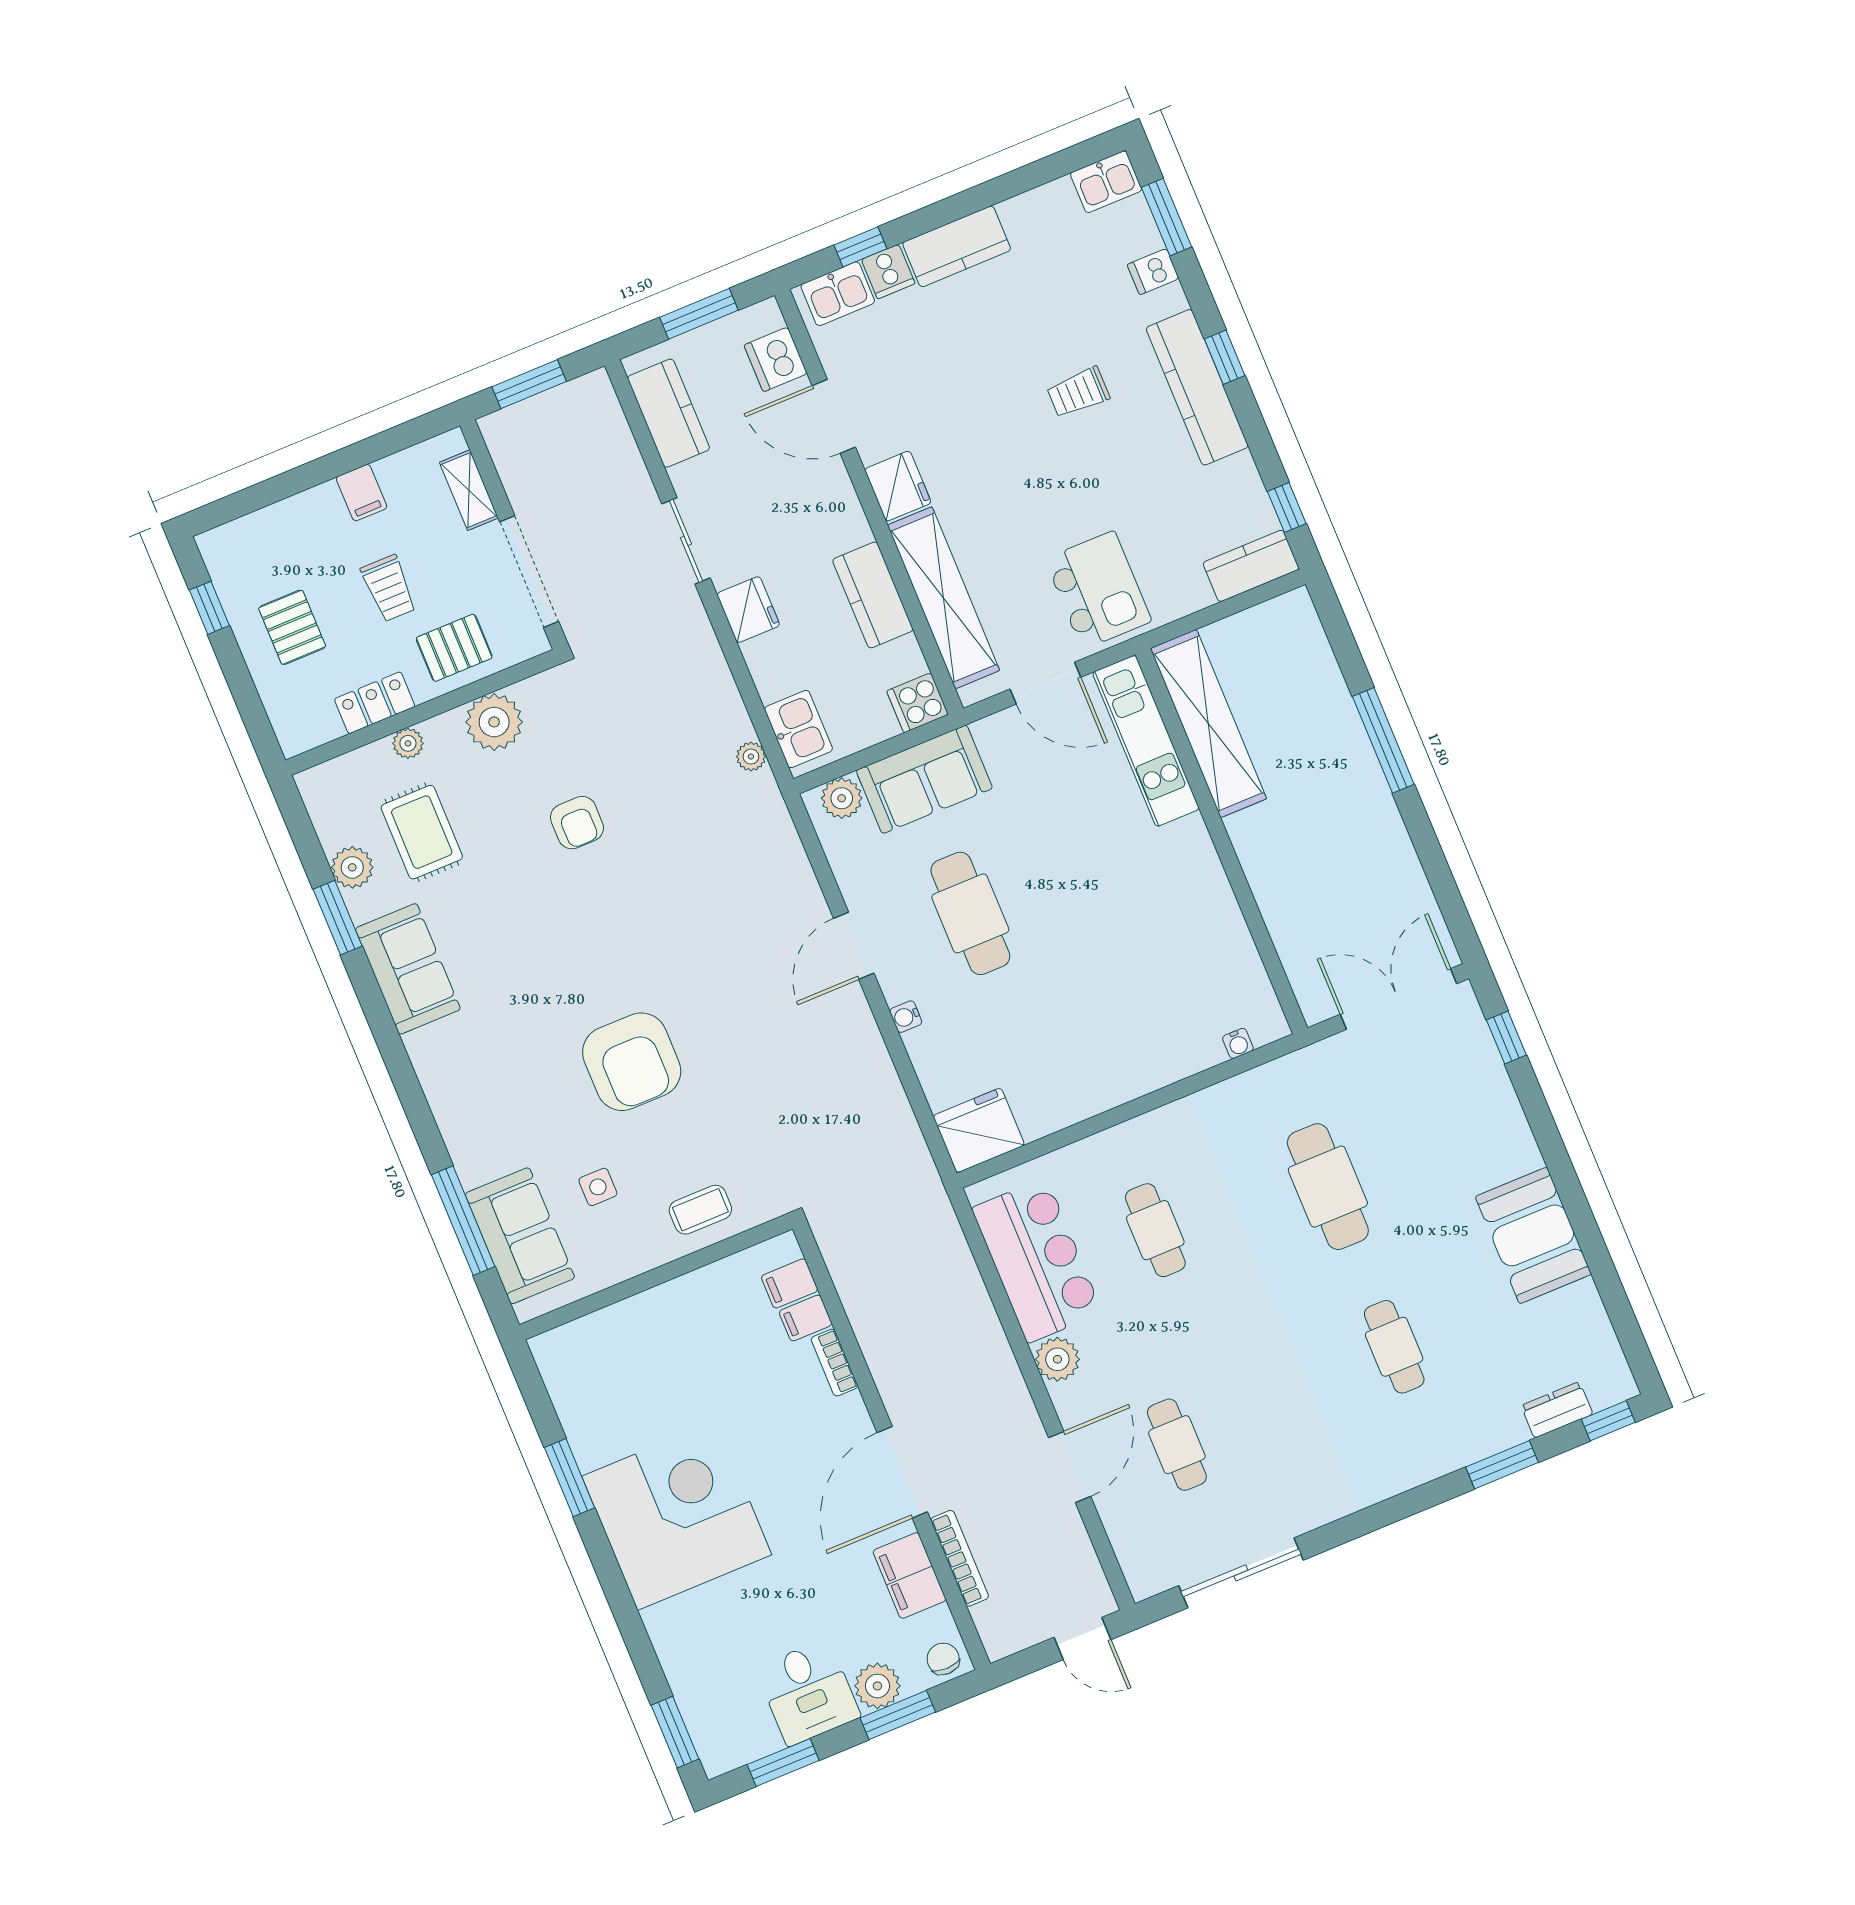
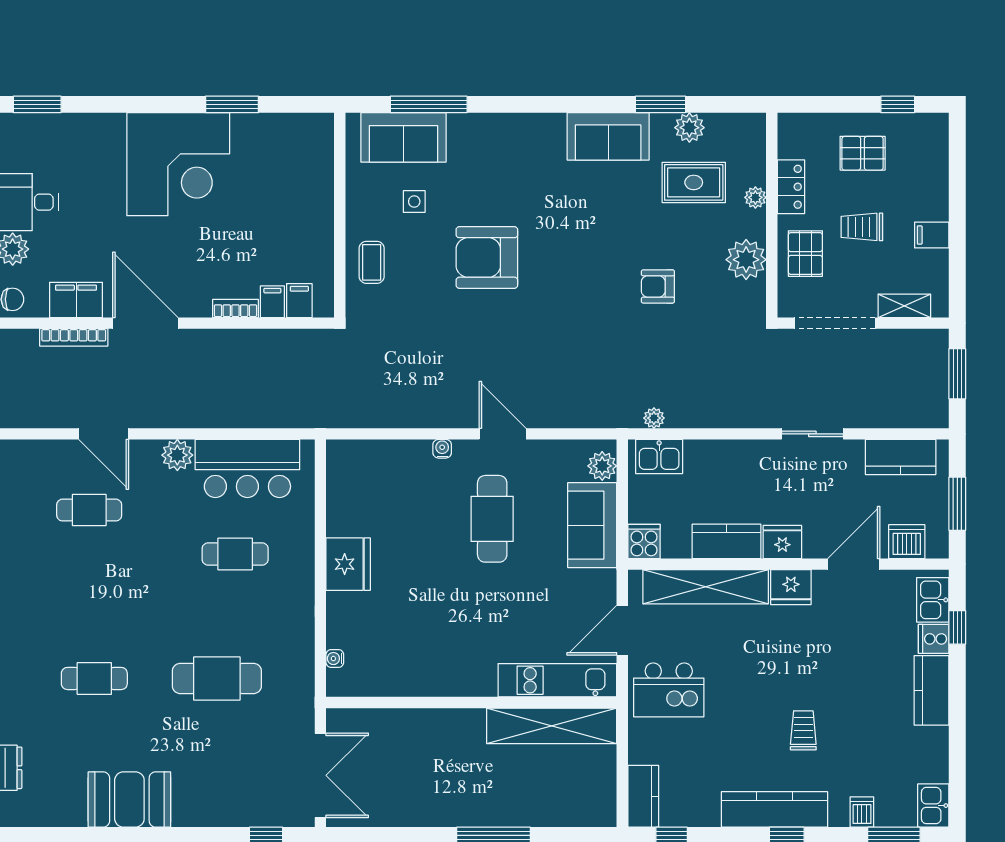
fridge: (748, 610) -> (782, 542), moved, turned 180
cafe table: (970, 913) -> (492, 519), turned 90
fridge: (979, 1130) -> (348, 564), moved

